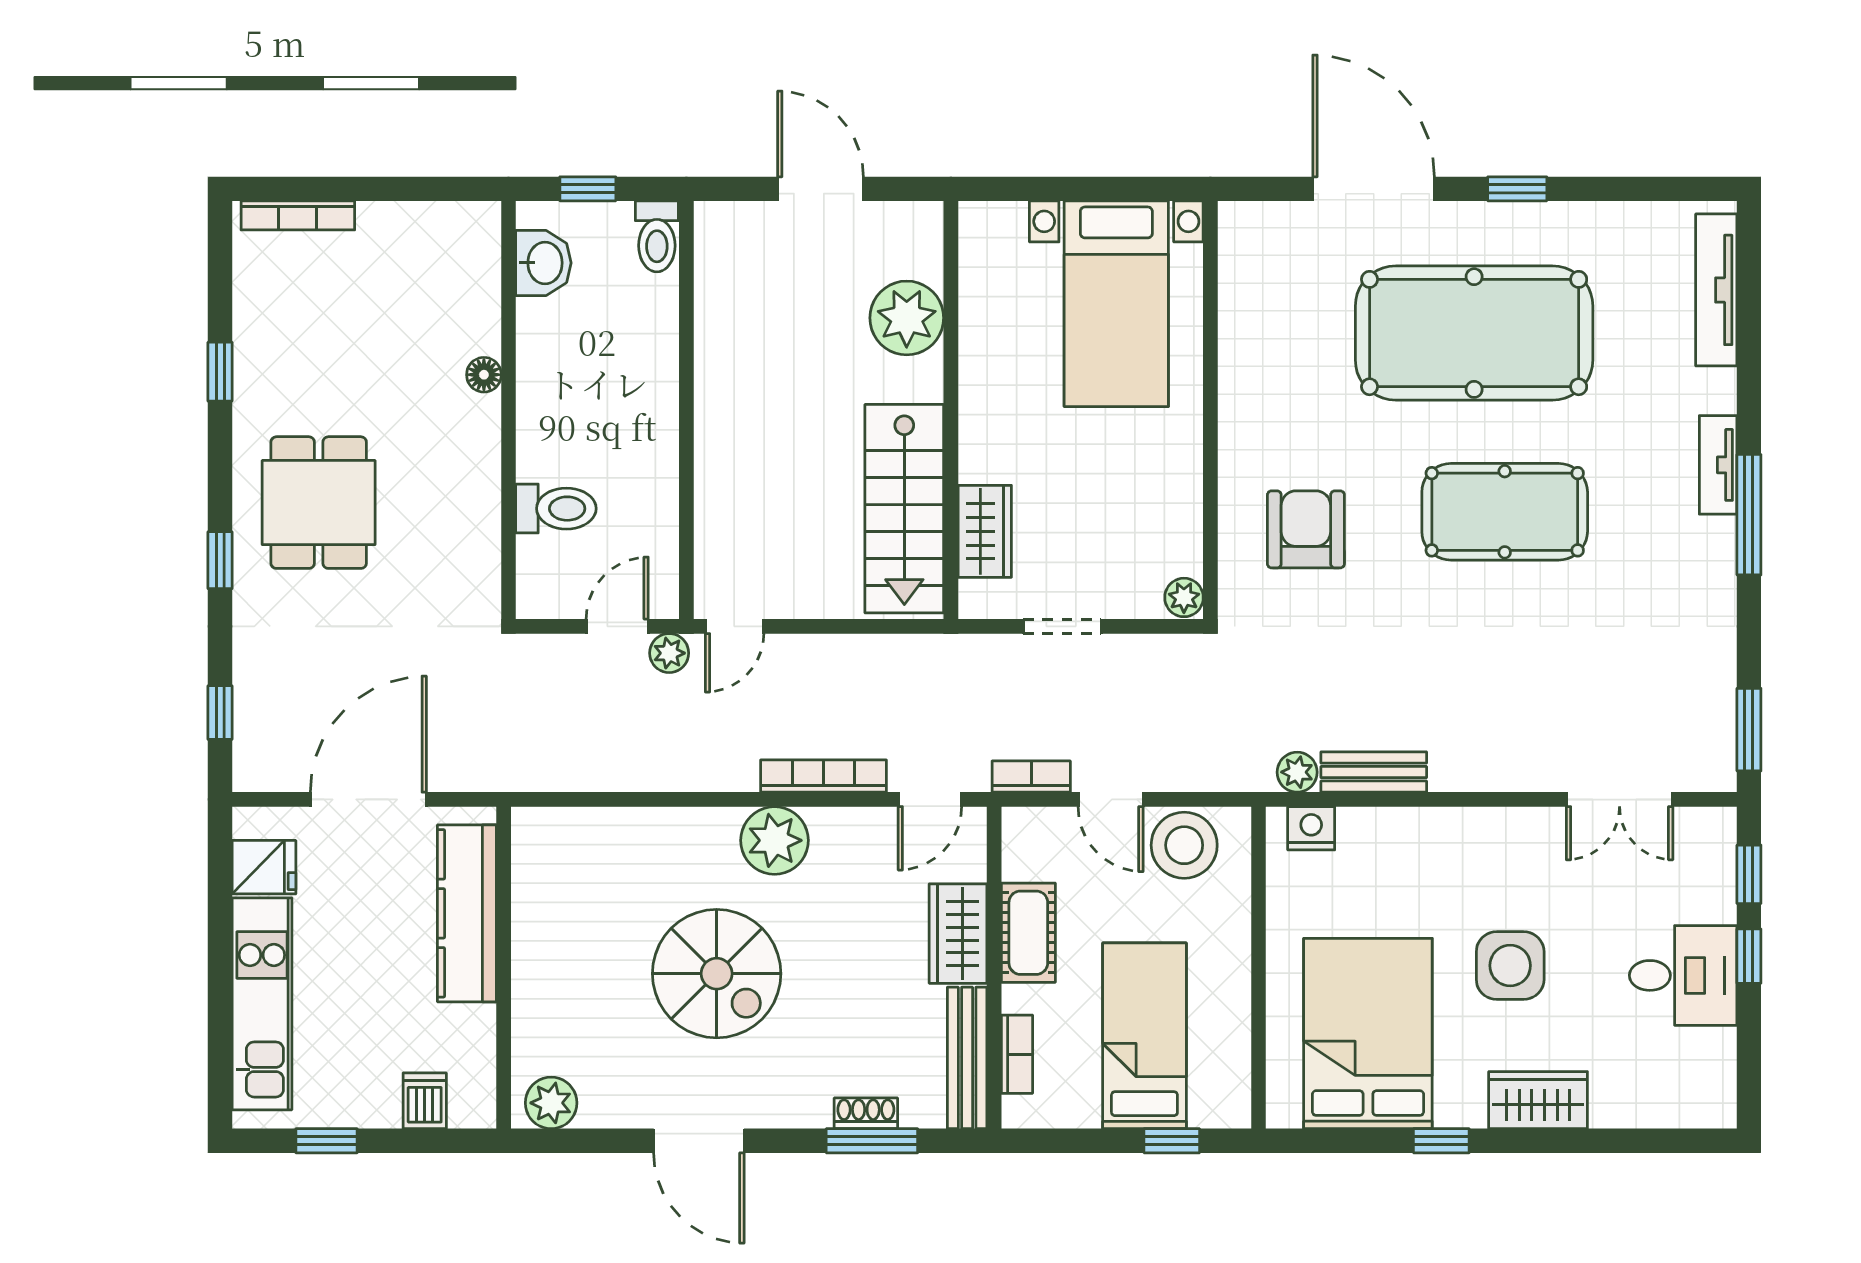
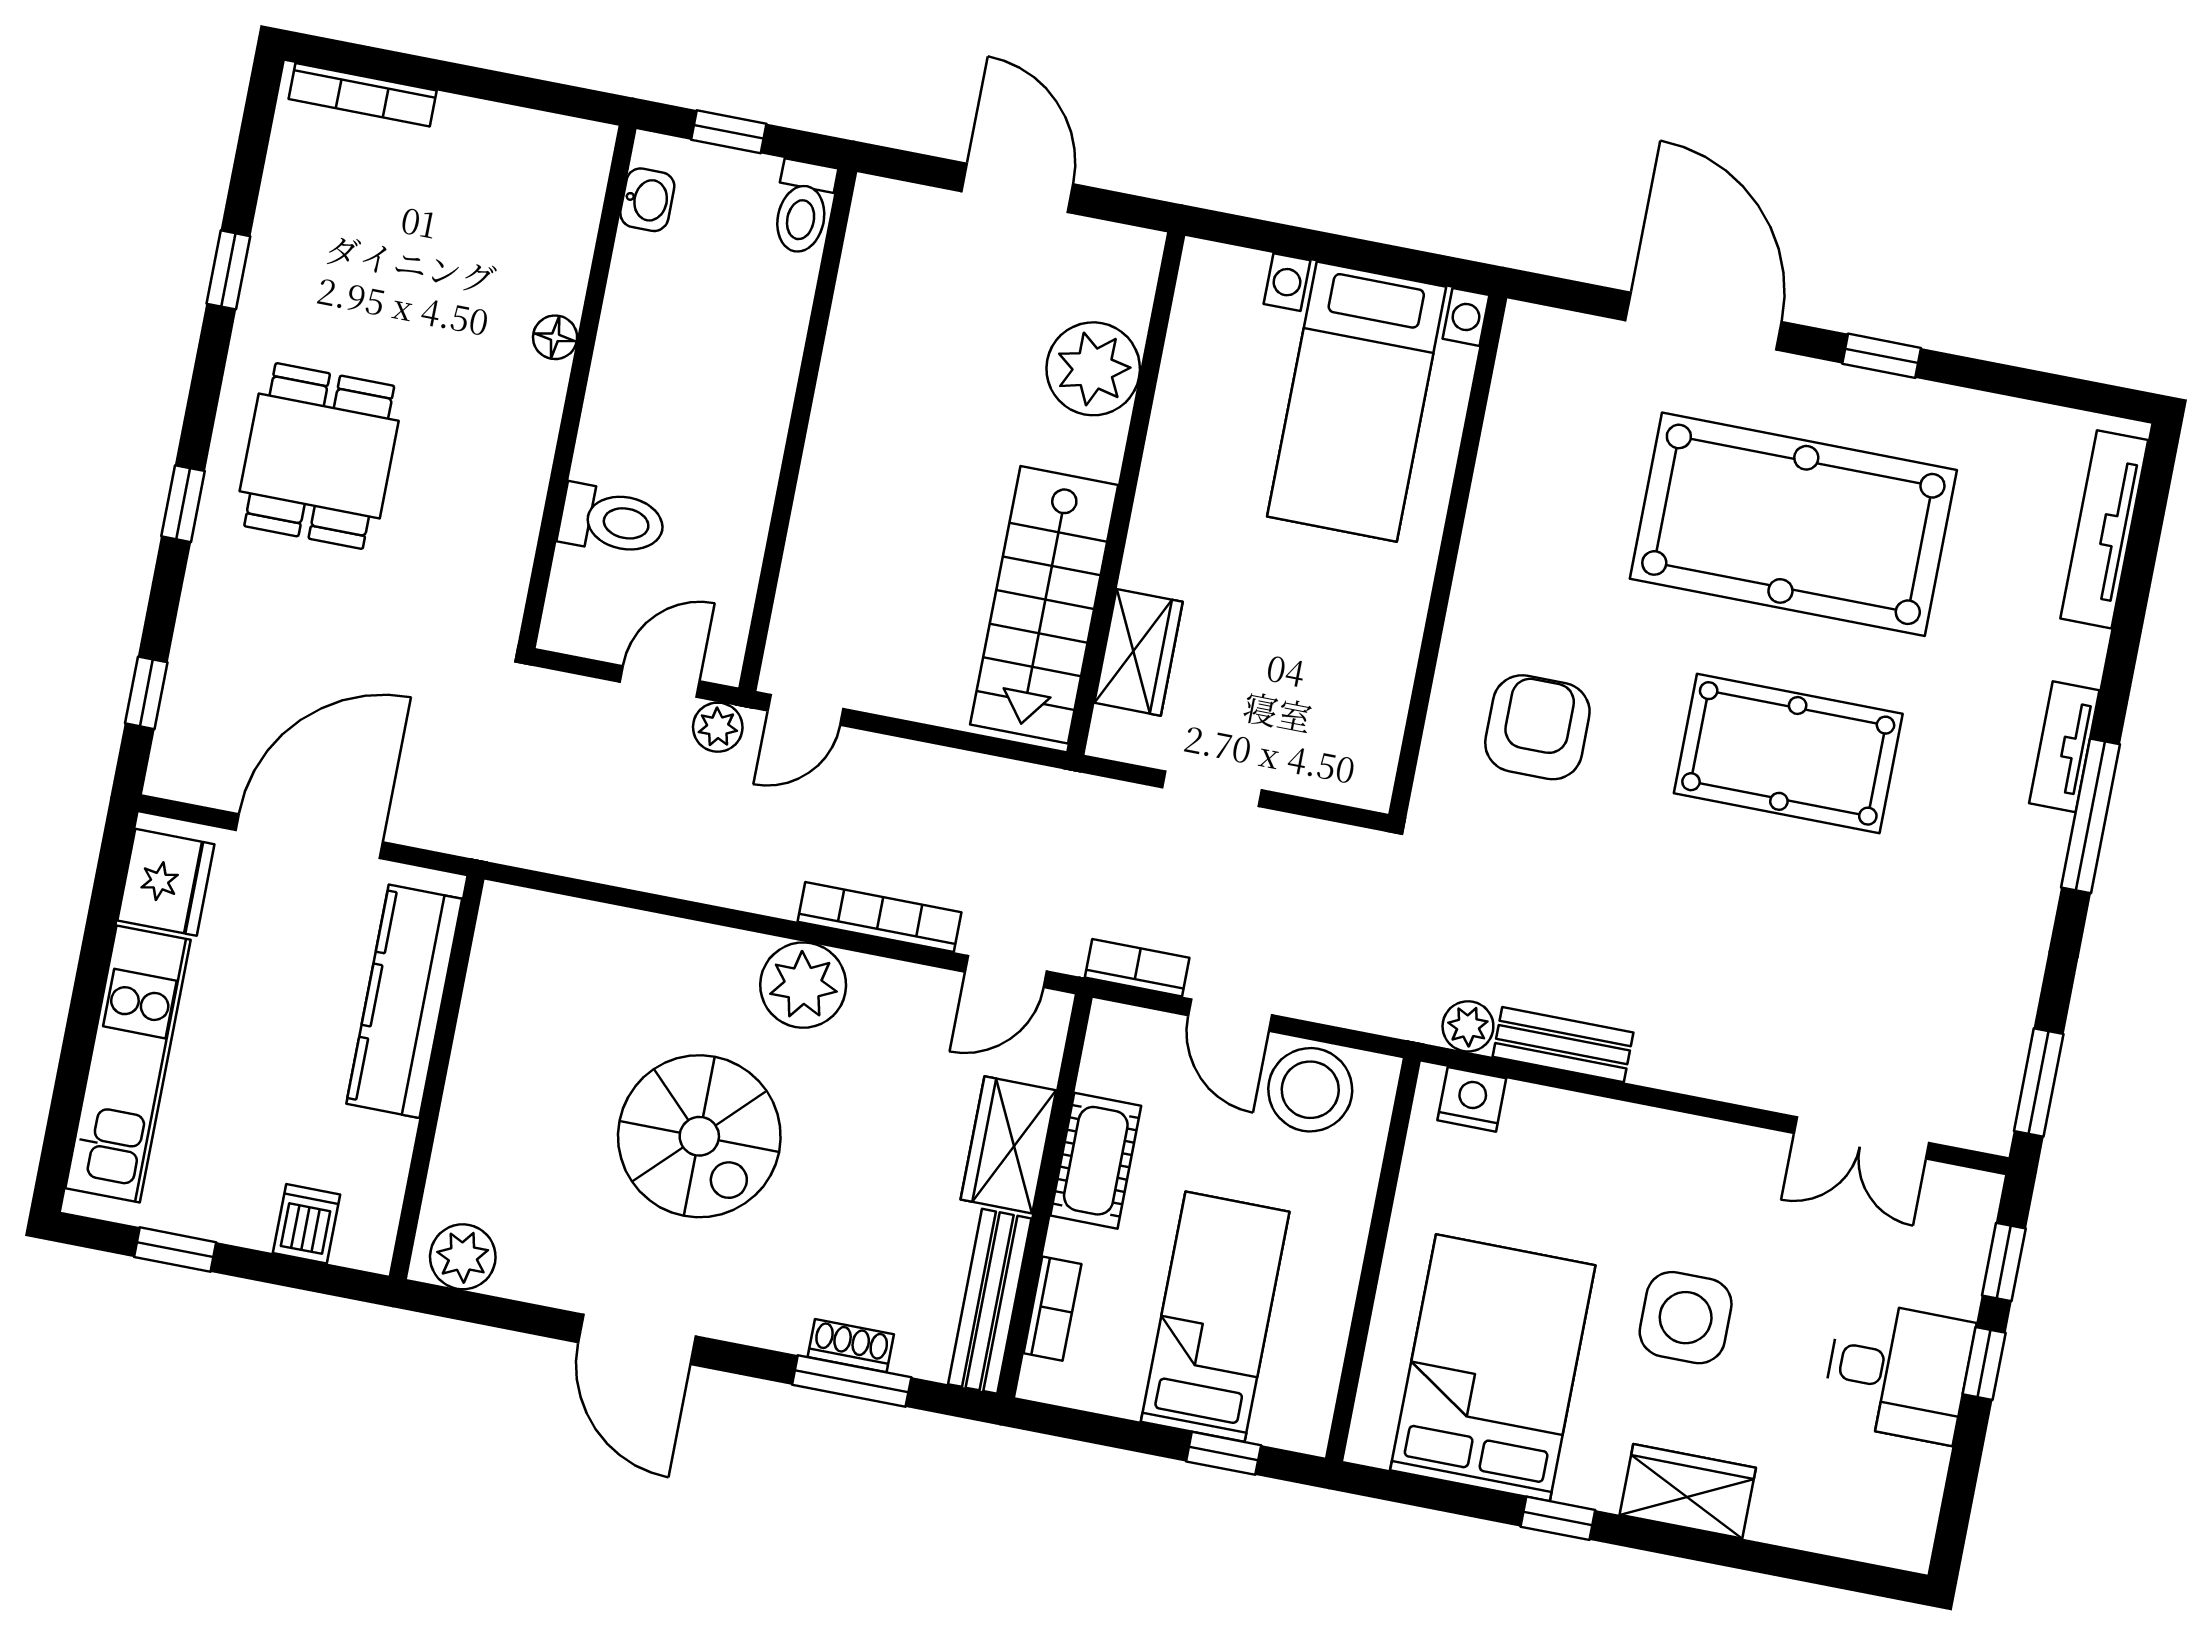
washbasin: (543, 263) -> (647, 200), width x0.72, depth x0.69
plant: (1184, 597) -> (1370, 782), removed
fridge: (264, 867) -> (166, 882), width x1.38

